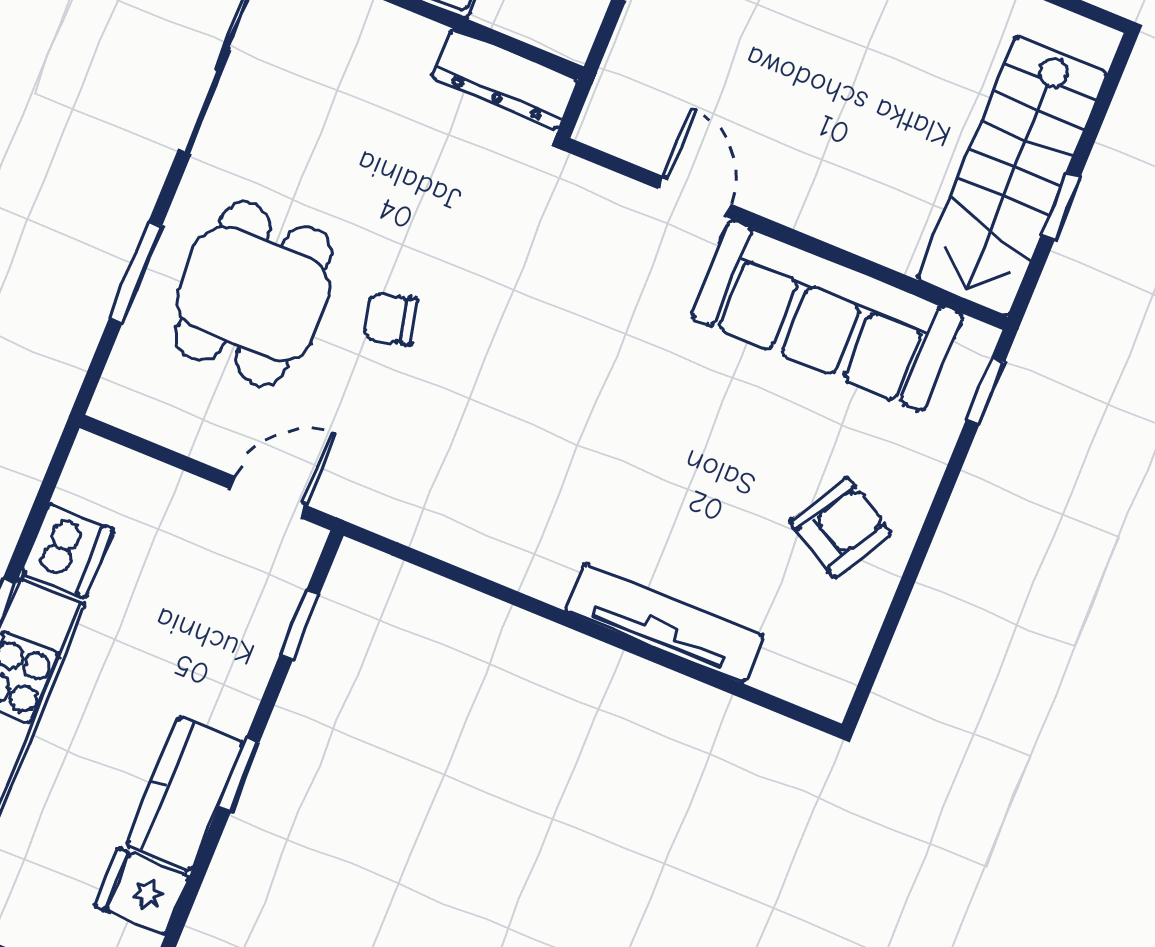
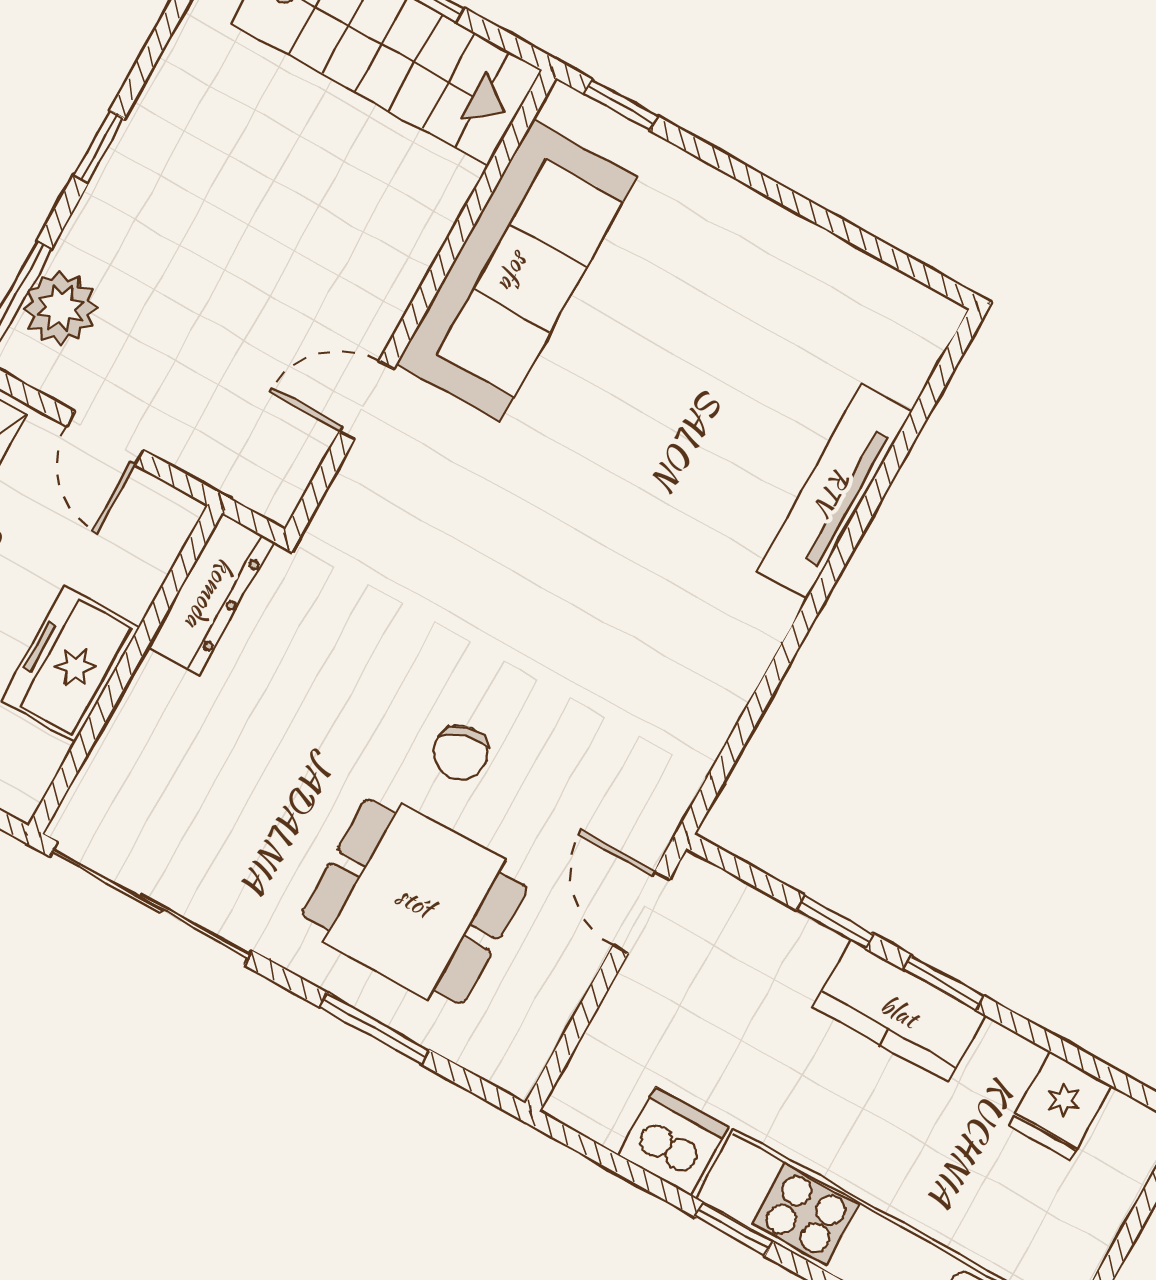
armchair: (841, 527) -> (752, 283), removed
window: (299, 625) -> (835, 922), moved
kitchen counter: (185, 794) -> (899, 1011), moved

